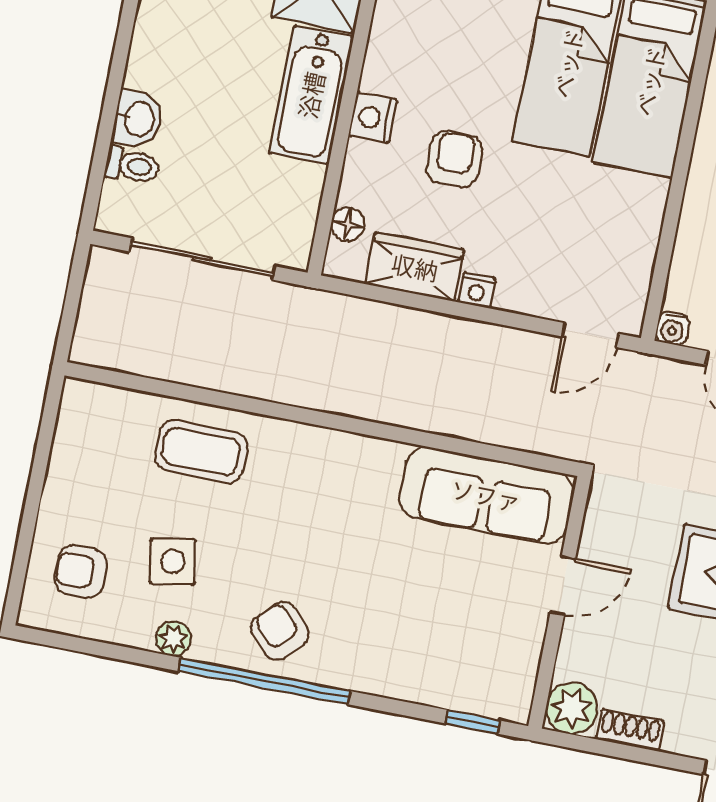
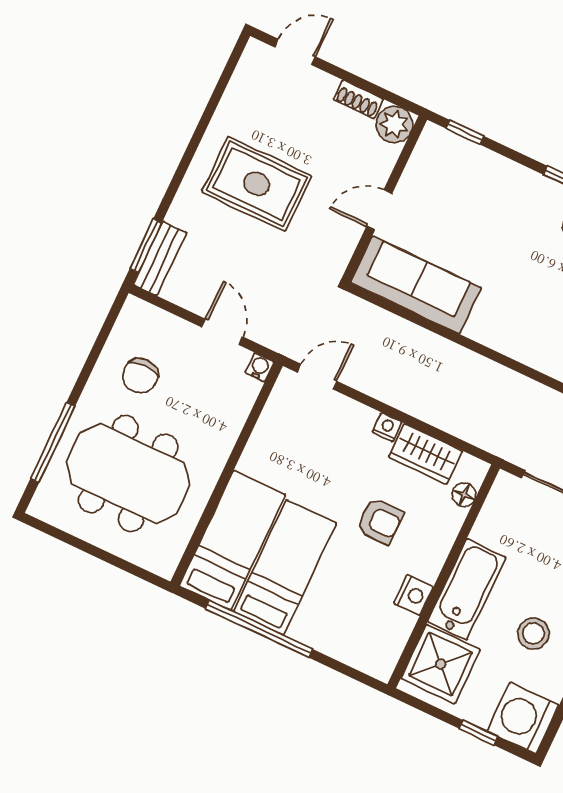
stool: (204, 58) -> (533, 633), added
nightstand: (373, 118) -> (413, 595), moved
armchair: (454, 159) -> (380, 521), turned -90

